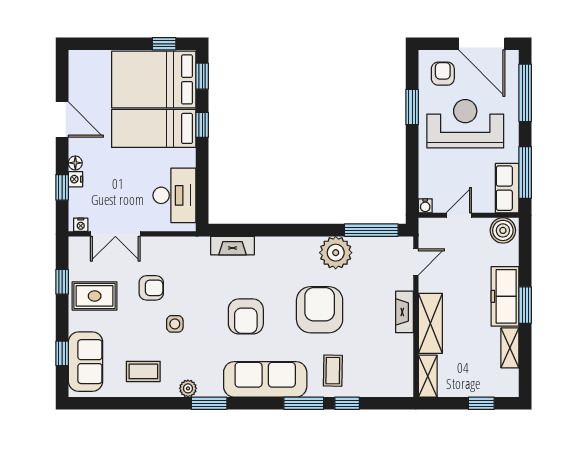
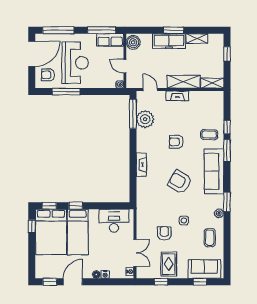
window: (412, 107) -> (66, 92), width x1.44
reception desk: (465, 124) -> (75, 63), turned 180
window: (62, 187) -> (50, 282), moved
fireplace: (232, 246) -> (141, 165), moved
plant: (336, 253) -> (145, 119), moved
armchair: (320, 310) -> (176, 142), width x0.53, depth x0.53
armchair: (246, 316) -> (180, 182), turned -150

